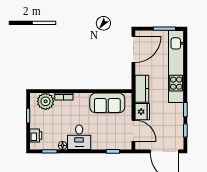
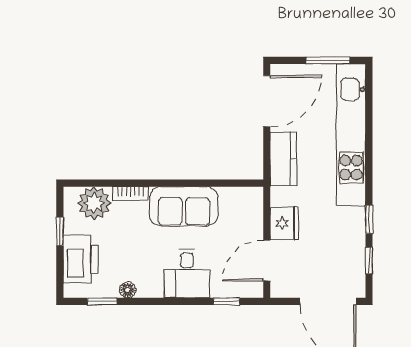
kitchen counter: (142, 89) -> (284, 159), moved
sofa: (107, 103) -> (184, 206), moved
door: (133, 131) -> (267, 261), swing flipped
printer: (36, 136) -> (81, 259), width x1.87, depth x1.48
desk: (79, 137) -> (187, 274), moved

